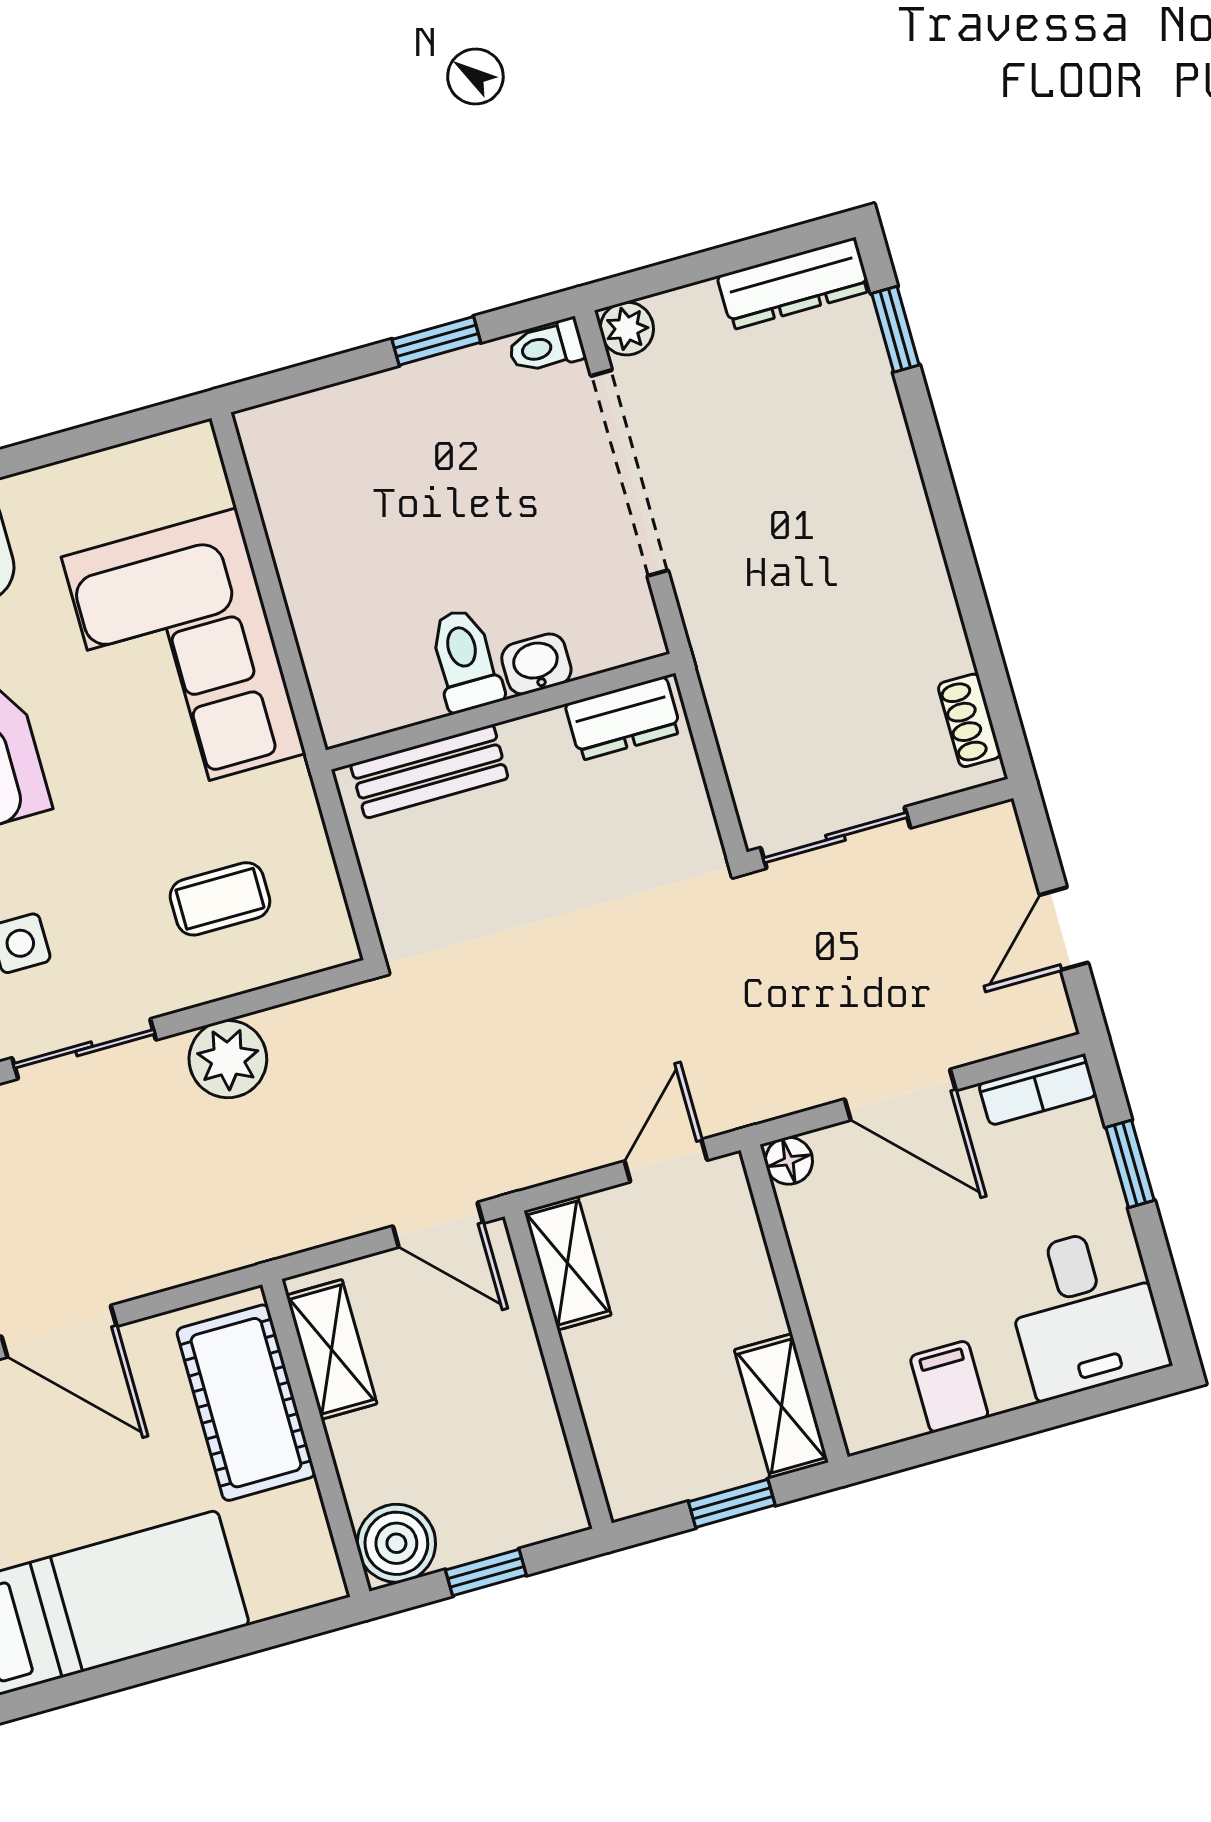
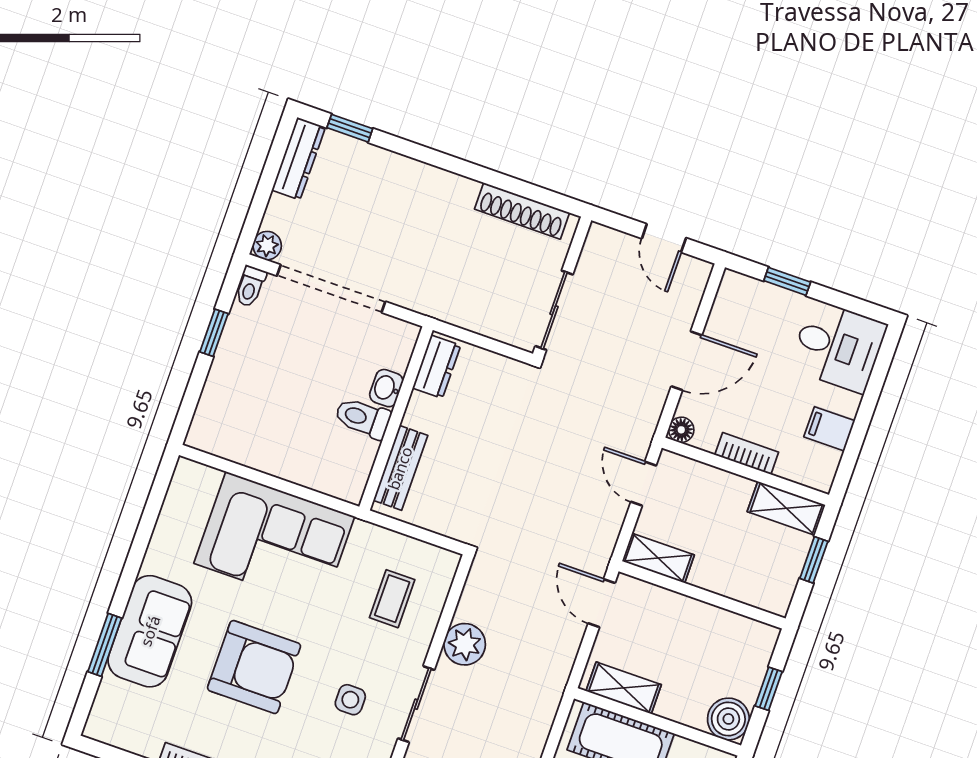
shoe rack: (969, 720) -> (522, 211), width x1.94, depth x1.24
bookcase: (1038, 1090) -> (747, 453), moved, turned -90
door: (438, 1225) -> (602, 603), swing flipped

